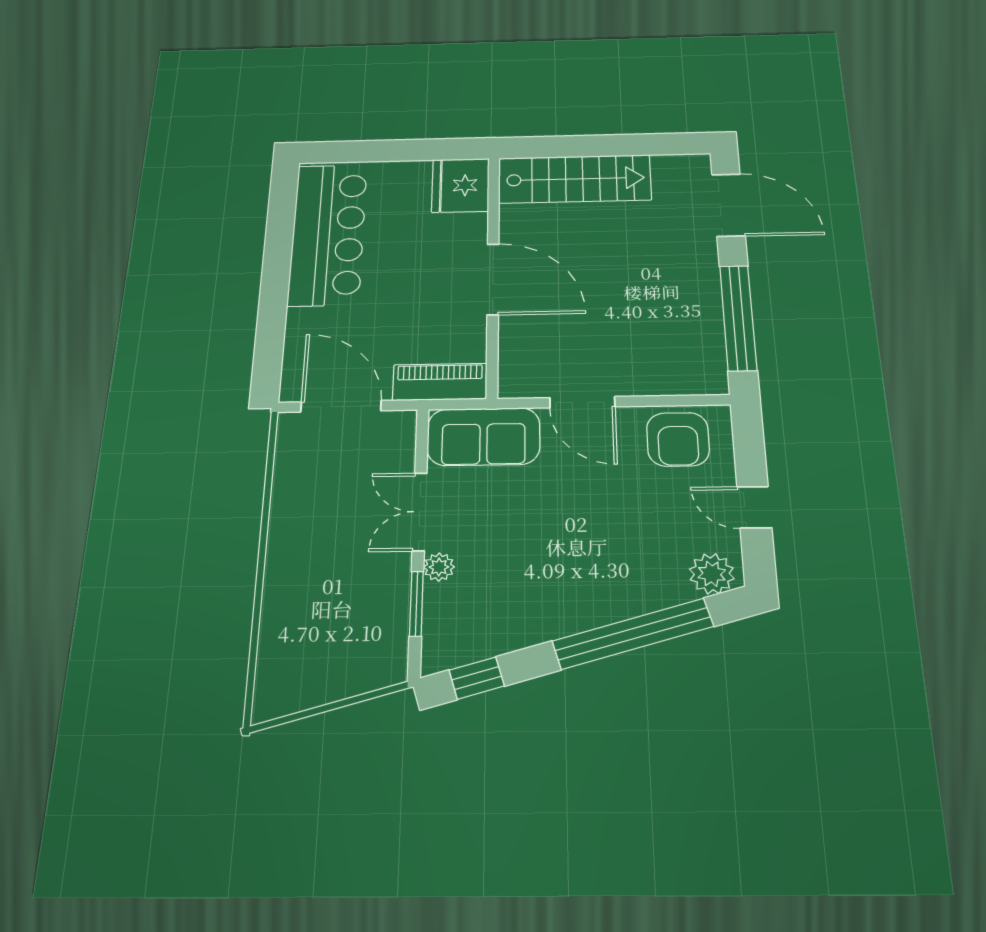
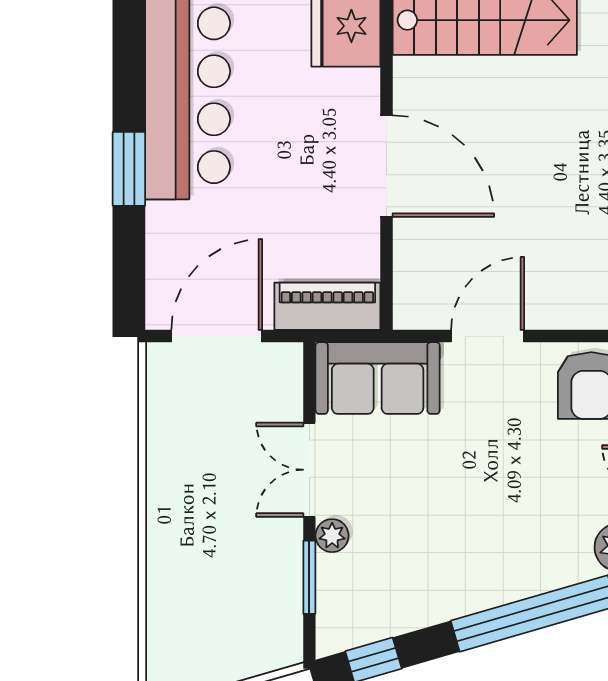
window: (275, 285) -> (129, 169), added
door: (582, 402) -> (488, 336), swing flipped
door: (341, 406) -> (217, 336), hinge flipped

